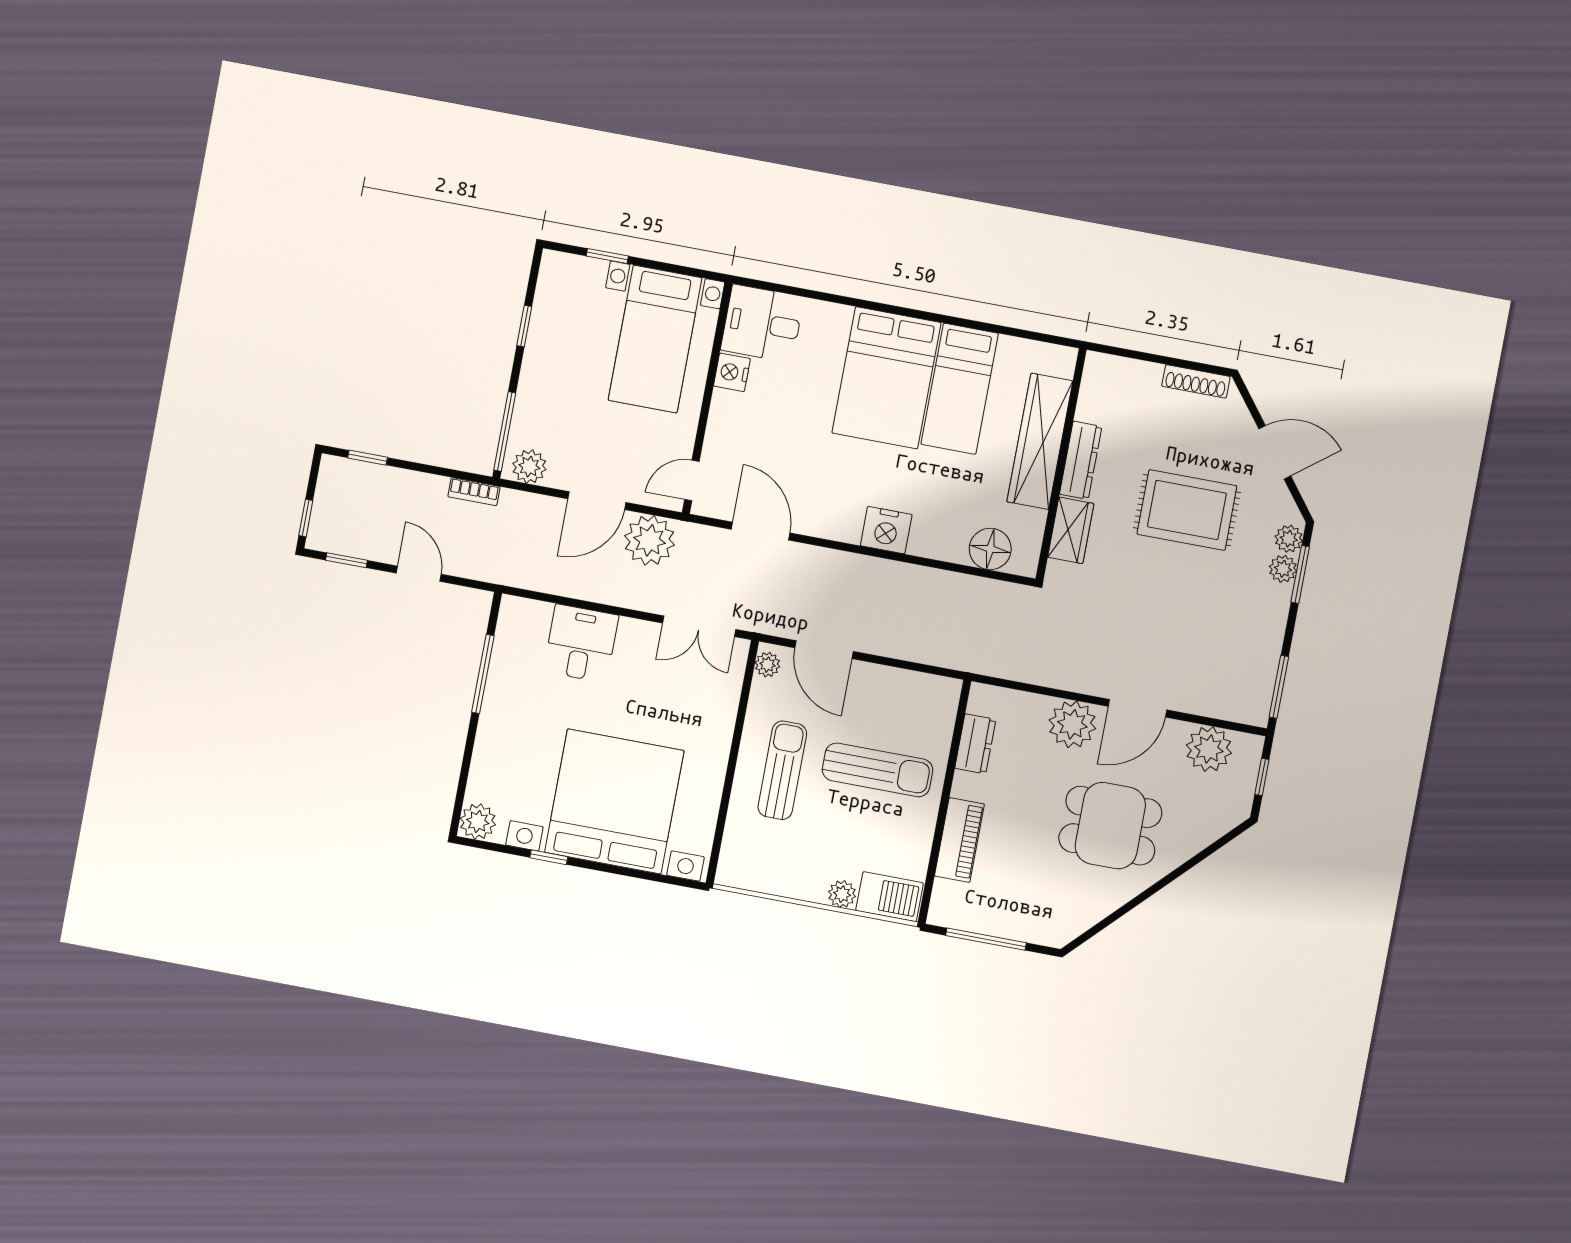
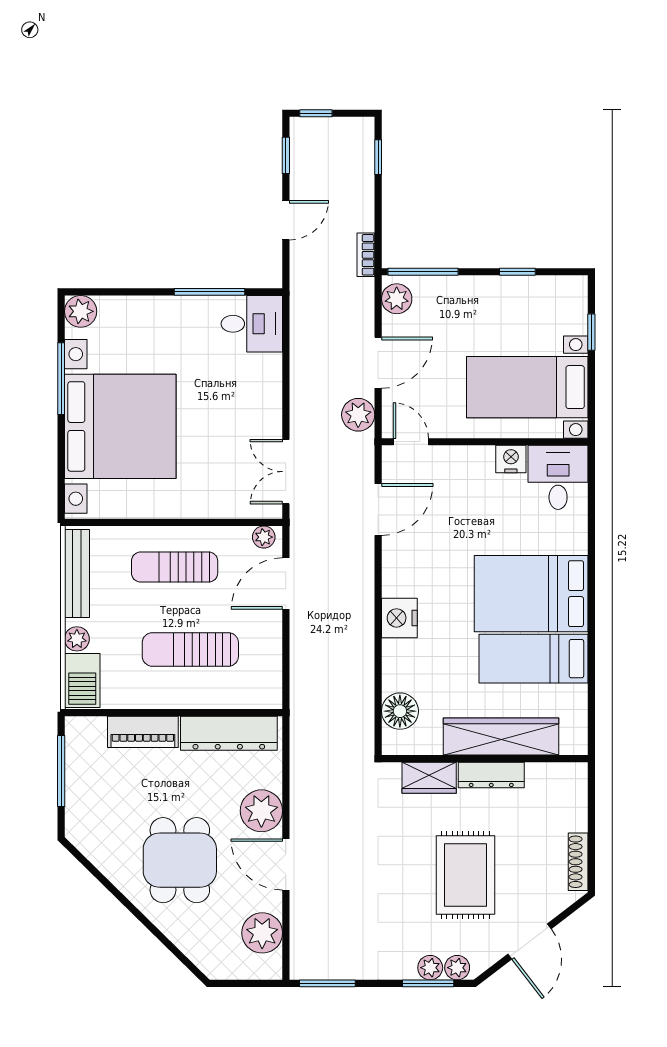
door: (597, 501) -> (378, 363), swing flipped
plant: (650, 540) -> (358, 415), width x0.73, depth x0.73
desk: (581, 643) -> (252, 324), moved
dresser: (975, 744) -> (229, 733), width x1.96, depth x1.24
sun lounger: (782, 770) -> (175, 567), turned 180
sun lounger: (878, 770) -> (190, 649), turned 90
window: (1262, 777) -> (247, 983), removed
window: (549, 857) -> (61, 379), width x2.17
bench: (769, 880) -> (77, 574), added

